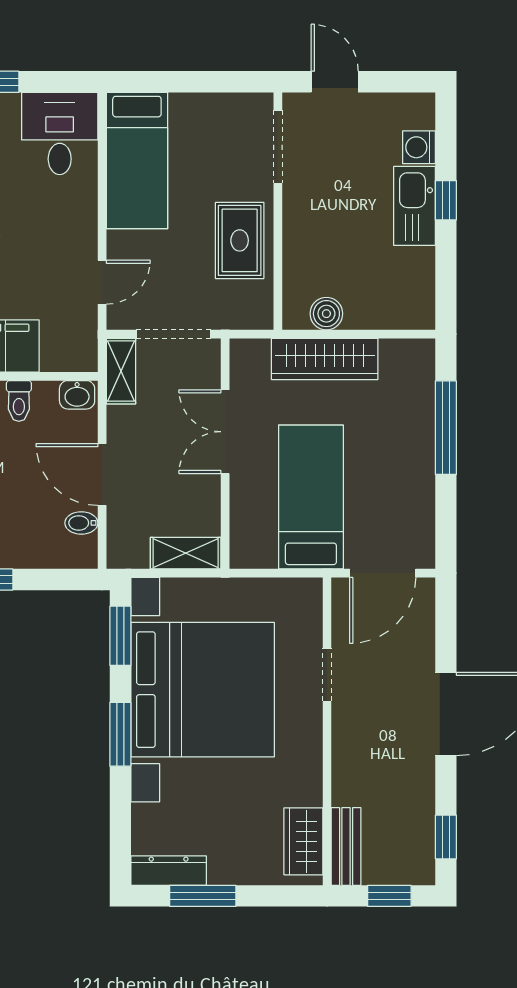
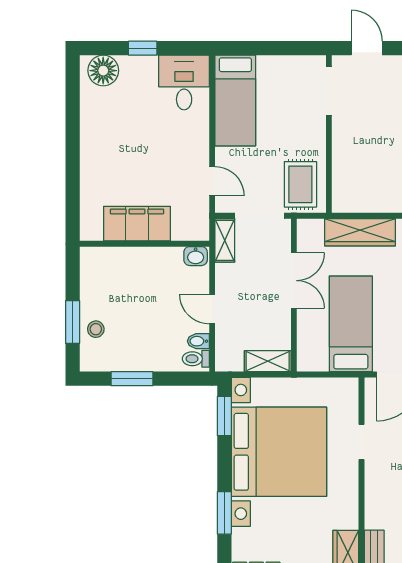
rug: (240, 240) -> (300, 184), moved
door: (102, 282) -> (212, 181), hinge flipped
boiler: (326, 314) -> (361, 202), removed
toilet: (19, 401) -> (196, 359), moved, turned 90
double door: (225, 432) -> (294, 281), swing flipped
door: (102, 474) -> (212, 309), width x0.73
window: (120, 734) -> (224, 513), moved

